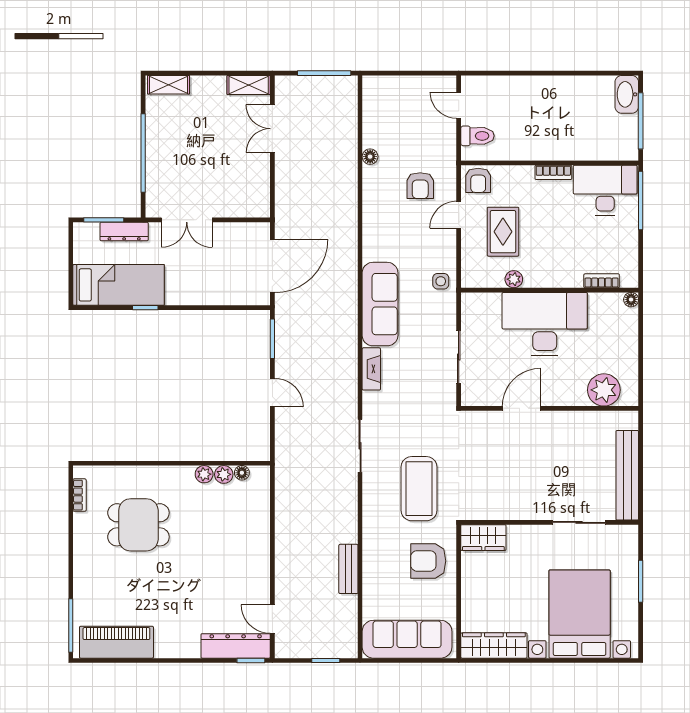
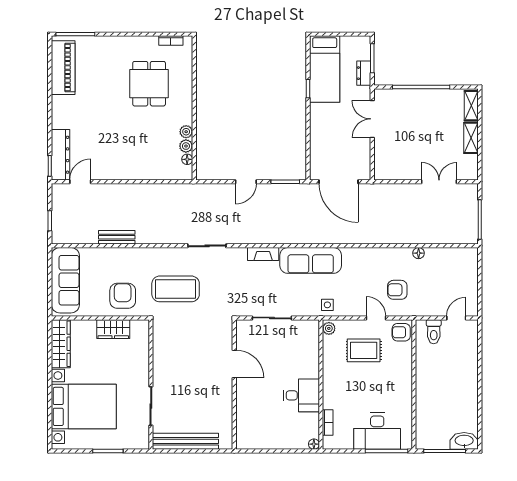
shelving: (249, 85) -> (471, 138), moved
bookcase: (553, 172) -> (407, 387), removed
desk: (605, 190) -> (377, 431), moved, turned 90
dresser: (124, 232) -> (364, 73), width x0.70
plant: (514, 279) -> (329, 328), moved
desk: (545, 324) -> (301, 395), width x0.53, depth x0.77
plant: (604, 390) -> (248, 424), removed
wardrobe: (483, 538) -> (113, 329), moved, turned -90

